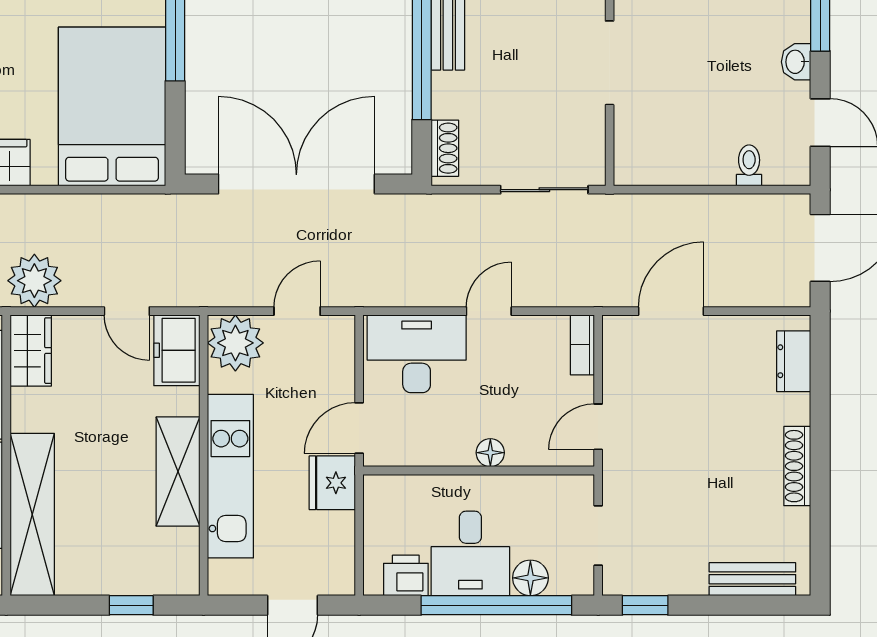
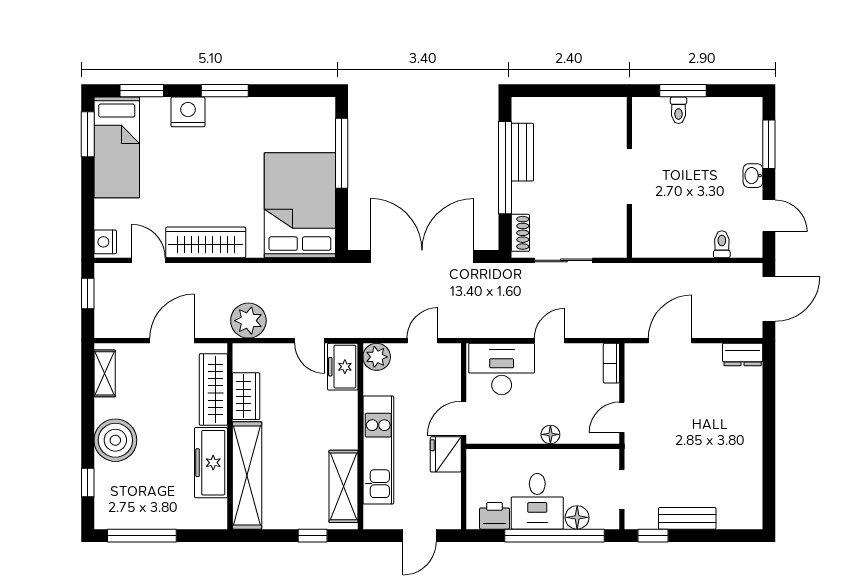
sliding door: (544, 190) -> (564, 260), moved
plant: (235, 343) -> (377, 357), width x0.73, depth x0.73
wardrobe: (31, 351) -> (246, 396), moved
dresser: (794, 361) -> (743, 355), moved, turned -90
shoe rack: (797, 466) -> (754, 443), removed
shelving: (178, 472) -> (344, 486), moved
bench: (752, 579) -> (687, 518), moved

